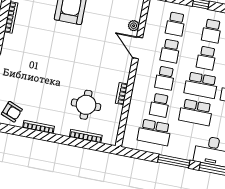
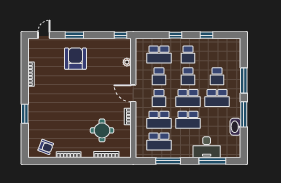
school desk: (175, 24) -> (159, 55), width x1.85
door: (138, 48) -> (133, 93), moved
school desk: (160, 105) -> (159, 120), width x1.85
window: (174, 161) -> (168, 161), moved

